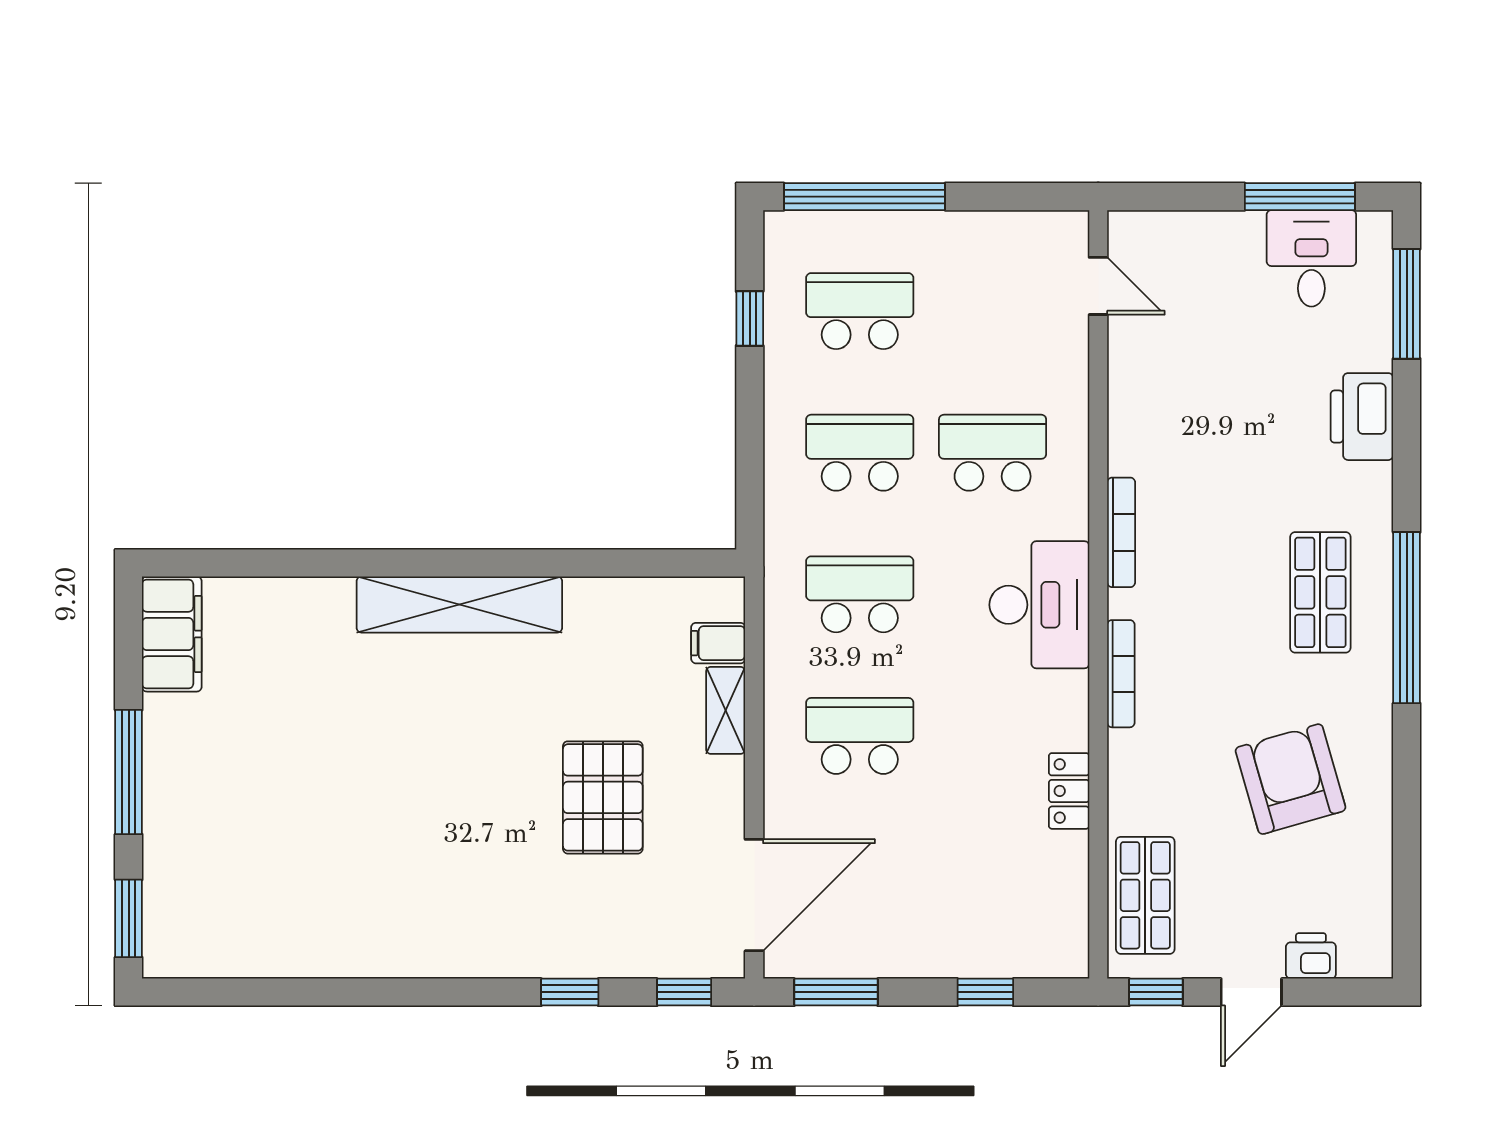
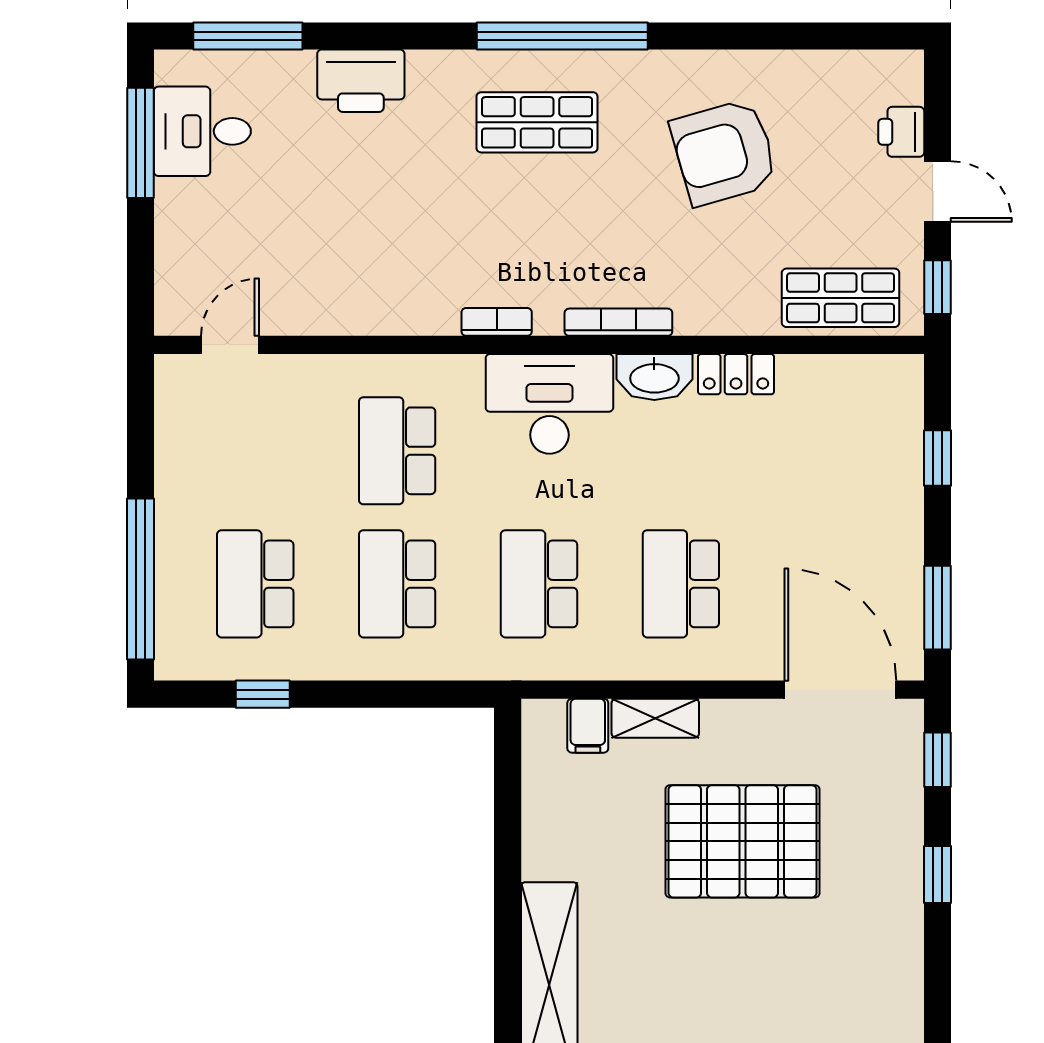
bookcase: (1121, 532) -> (497, 322), width x0.64
washbasin: (1066, 710) -> (654, 377), added
pallet: (603, 797) -> (742, 841), width x1.37, depth x1.41

